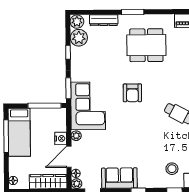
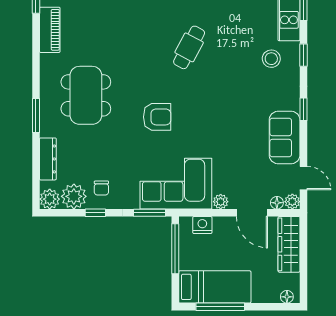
chair: (85, 56) -> (101, 188), added
nightstand: (61, 138) -> (202, 225), moved

